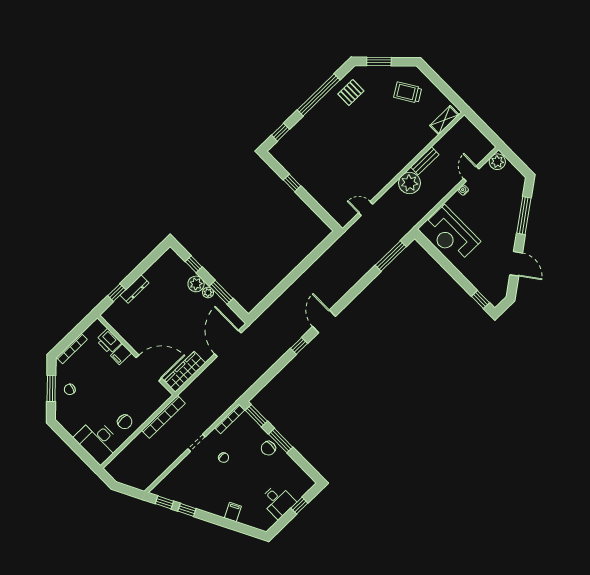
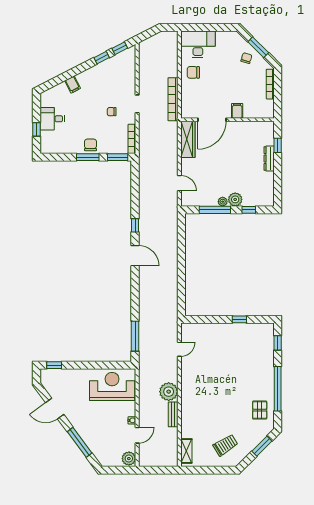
door: (471, 174) -> (137, 435), hinge flipped
window: (221, 292) -> (215, 210), width x1.44
printer: (109, 341) -> (252, 111), removed
door: (228, 343) -> (179, 183), width x0.53

